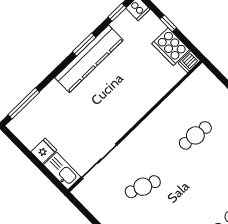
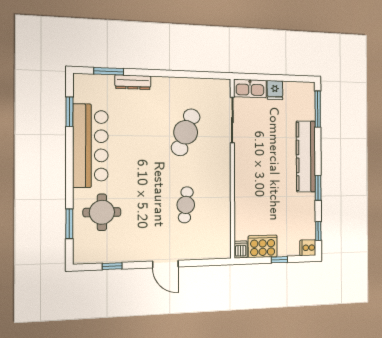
kitchen counter: (89, 59) -> (306, 156), moved
cafe table: (143, 187) -> (186, 132), width x1.37, depth x1.35

